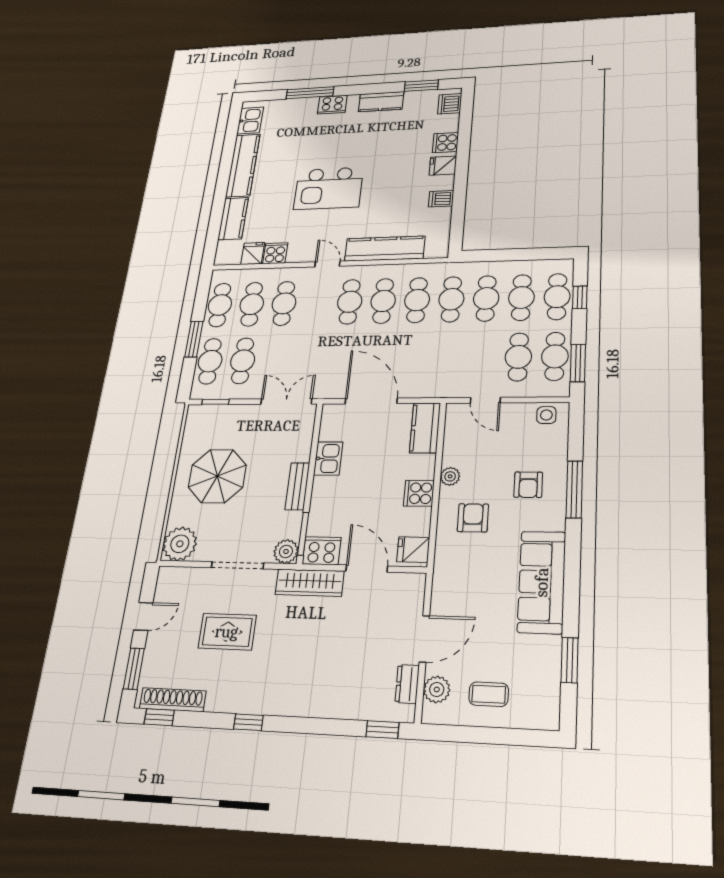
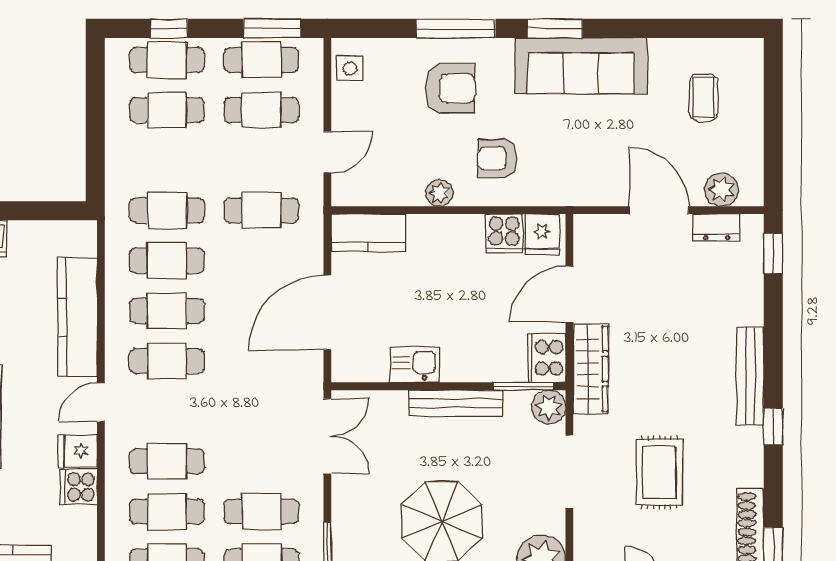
fridge: (253, 253) -> (78, 451), moved
cafe table: (486, 298) -> (261, 210), moved
double door: (286, 401) -> (327, 436), swing flipped
armchair: (528, 485) -> (450, 88), width x1.38, depth x1.38
bench: (297, 486) -> (456, 403), width x1.36
cooker: (419, 493) -> (504, 233), moved
window: (570, 660) -> (555, 28), moved
coffee table: (489, 694) -> (704, 97), moved
bench: (289, 706) -> (750, 376), added

